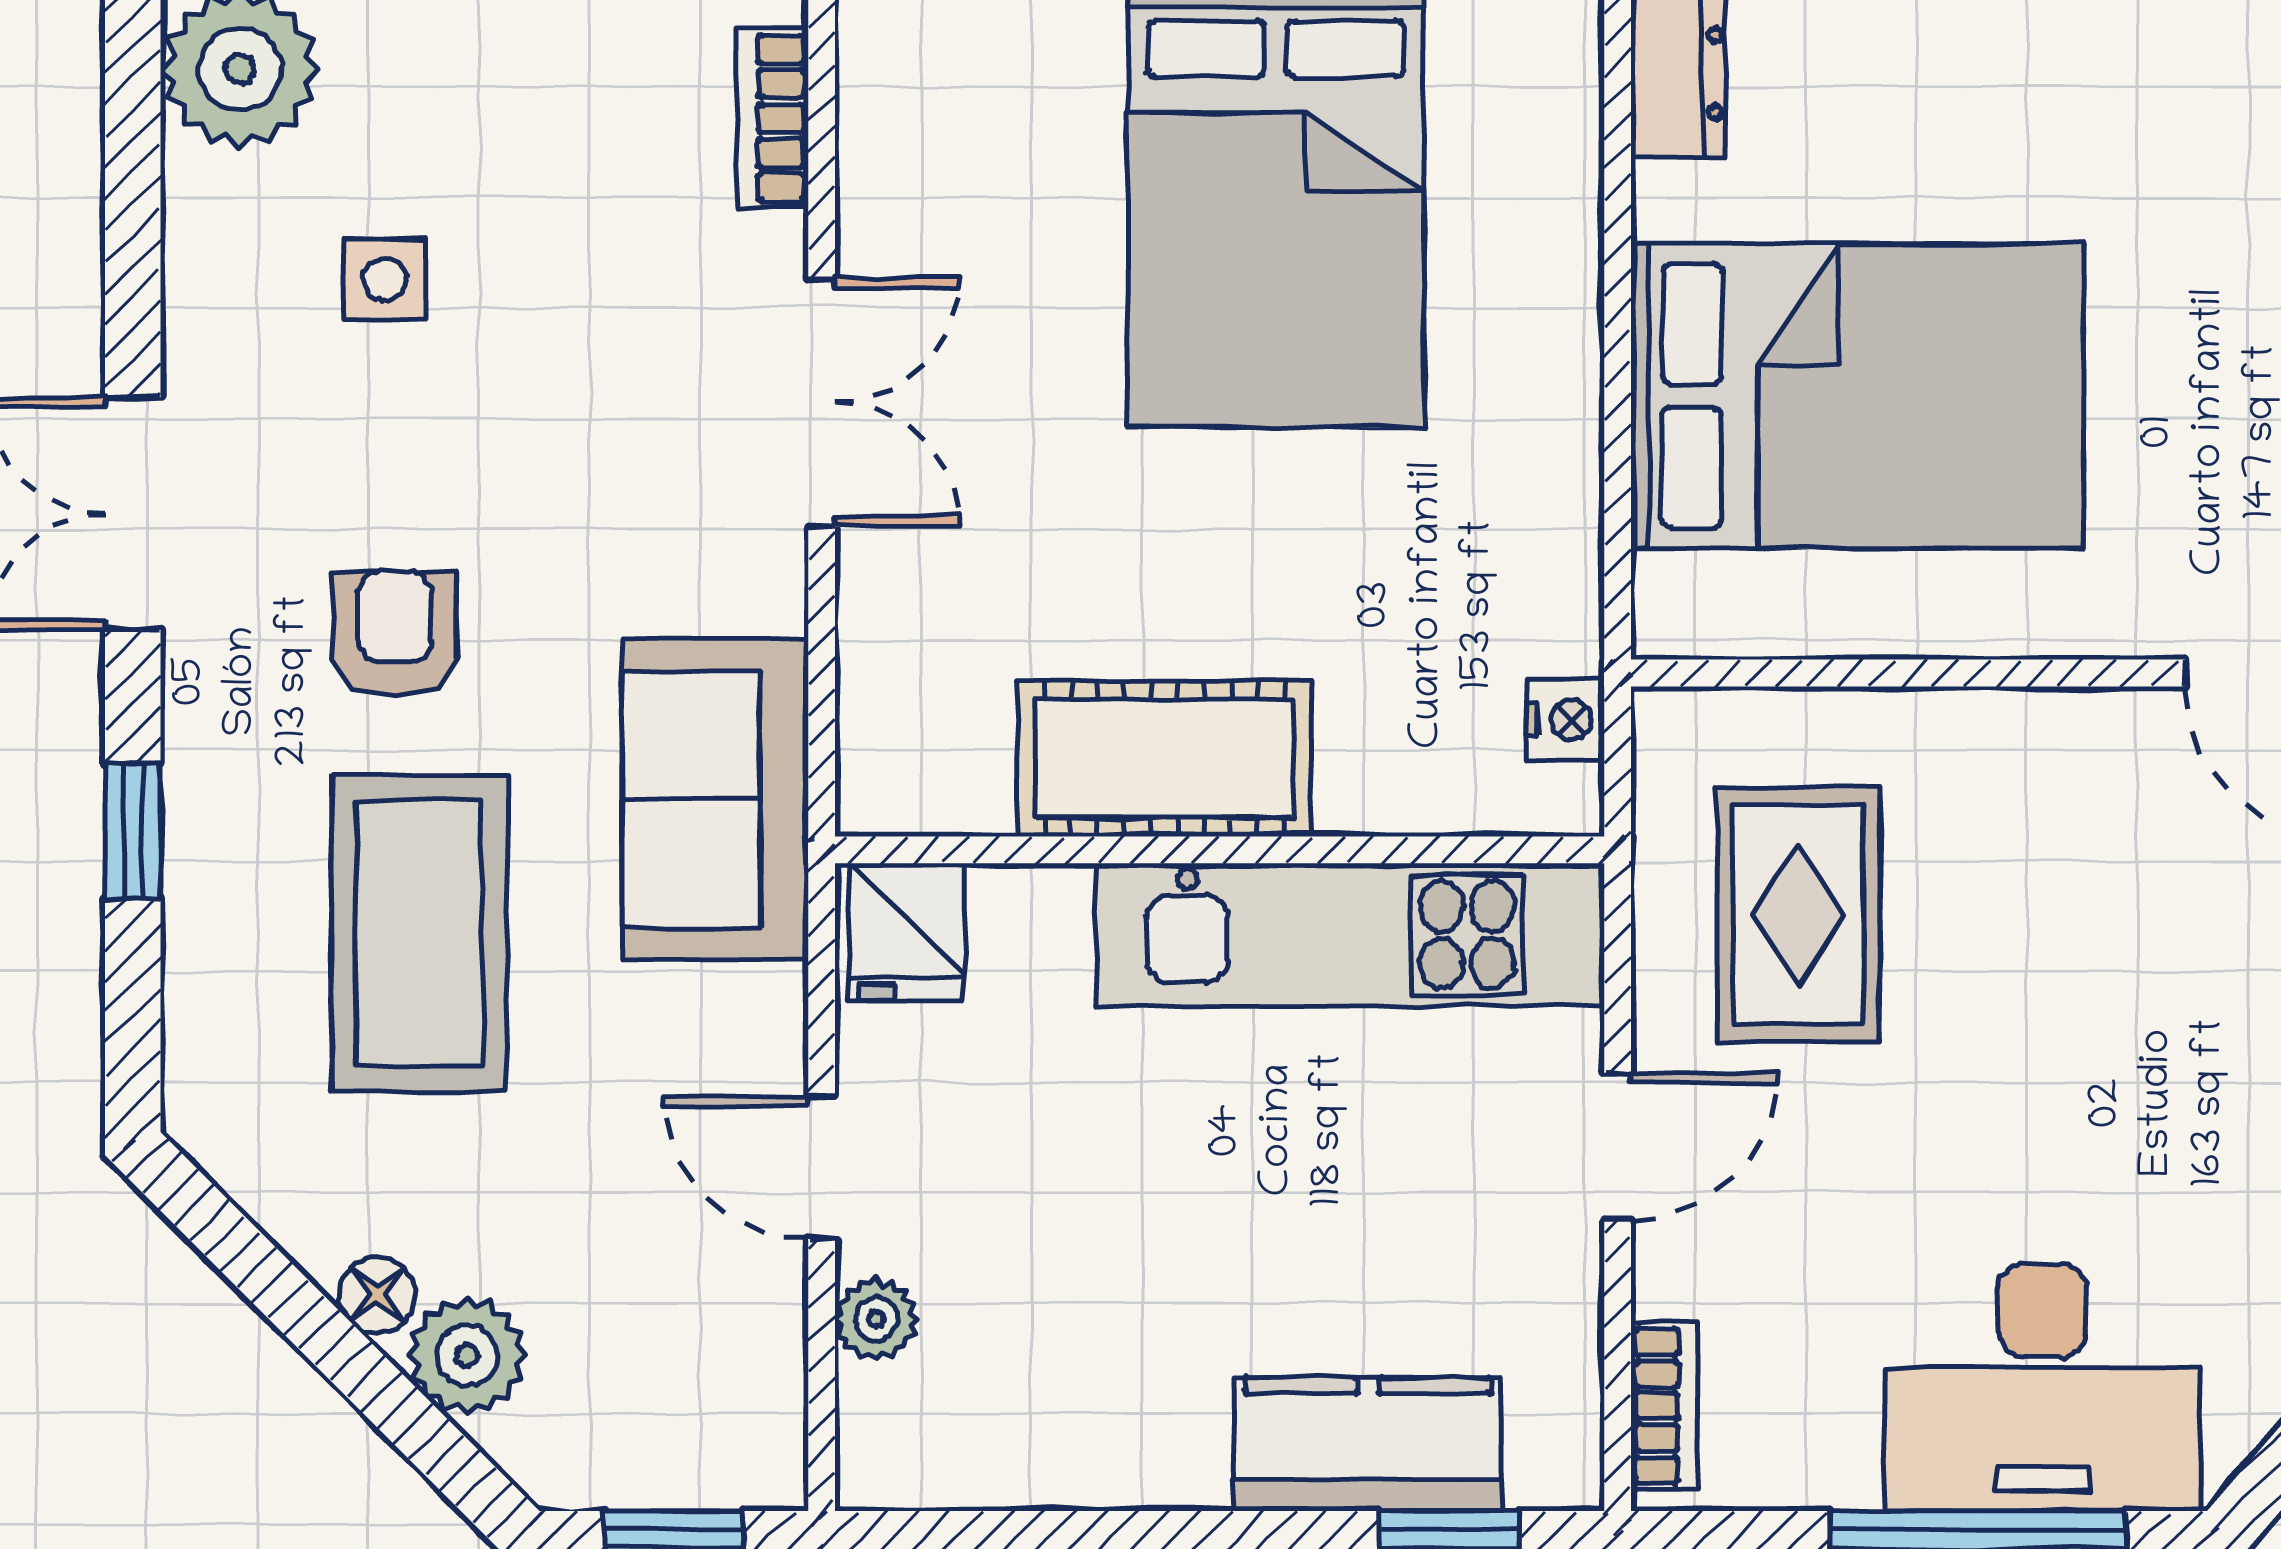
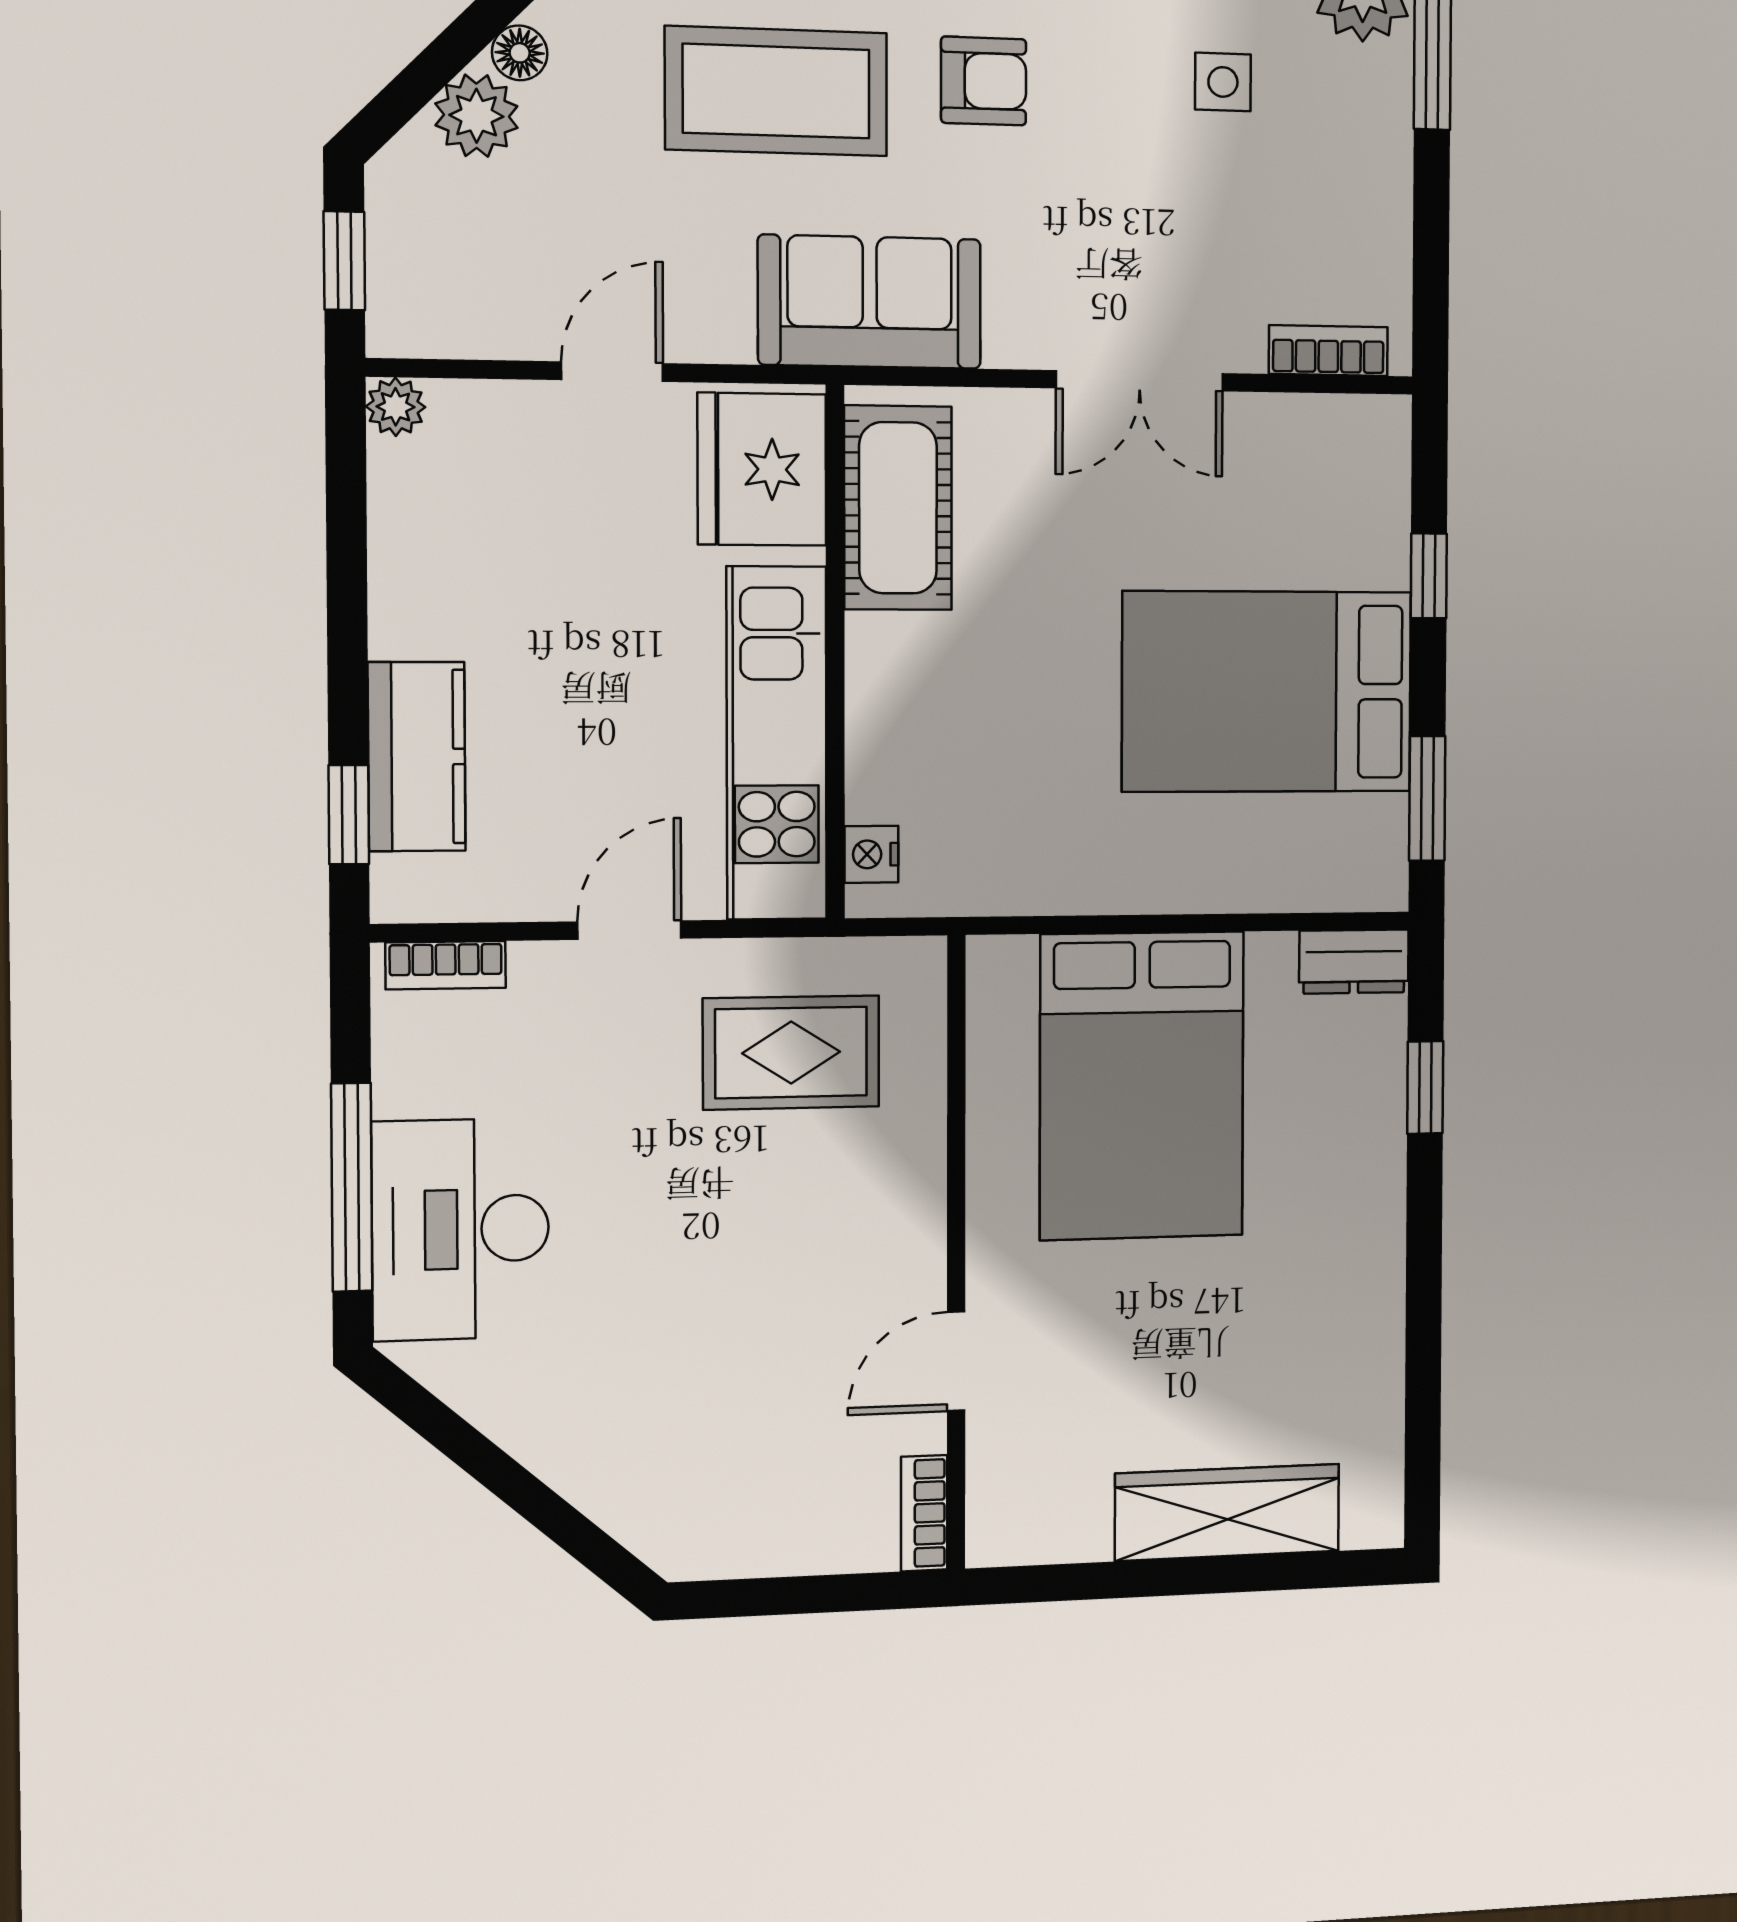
nightstand: (1565, 720) -> (871, 854), moved, turned 90
cot: (1164, 759) -> (898, 508), moved
fridge: (906, 932) -> (762, 469), width x1.88, depth x1.34
door: (1618, 1146) -> (629, 930), swing flipped
plant: (876, 1319) -> (396, 407), moved

